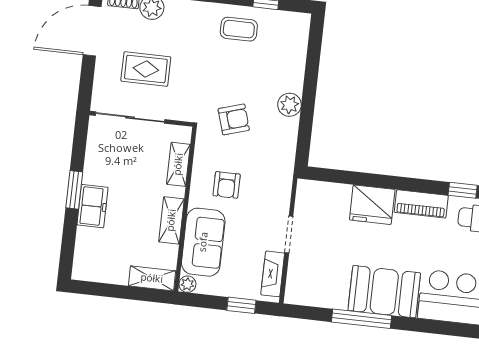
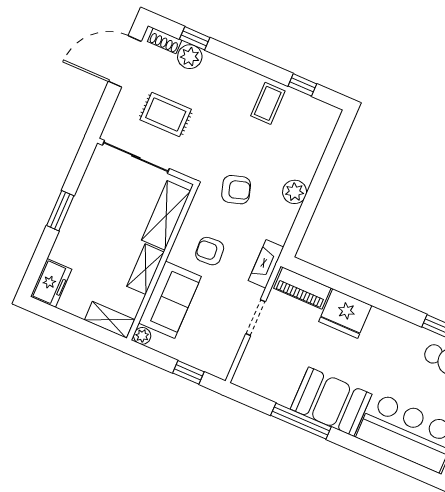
coffee table: (239, 29) -> (268, 103), turned 90
shelving: (178, 164) -> (166, 215), width x1.50, depth x1.33
armchair: (227, 185) -> (210, 251), turned 86
piano: (421, 204) -> (302, 288), moved
freezer: (93, 206) -> (51, 283), moved
fireplace: (273, 274) -> (266, 264), moved

